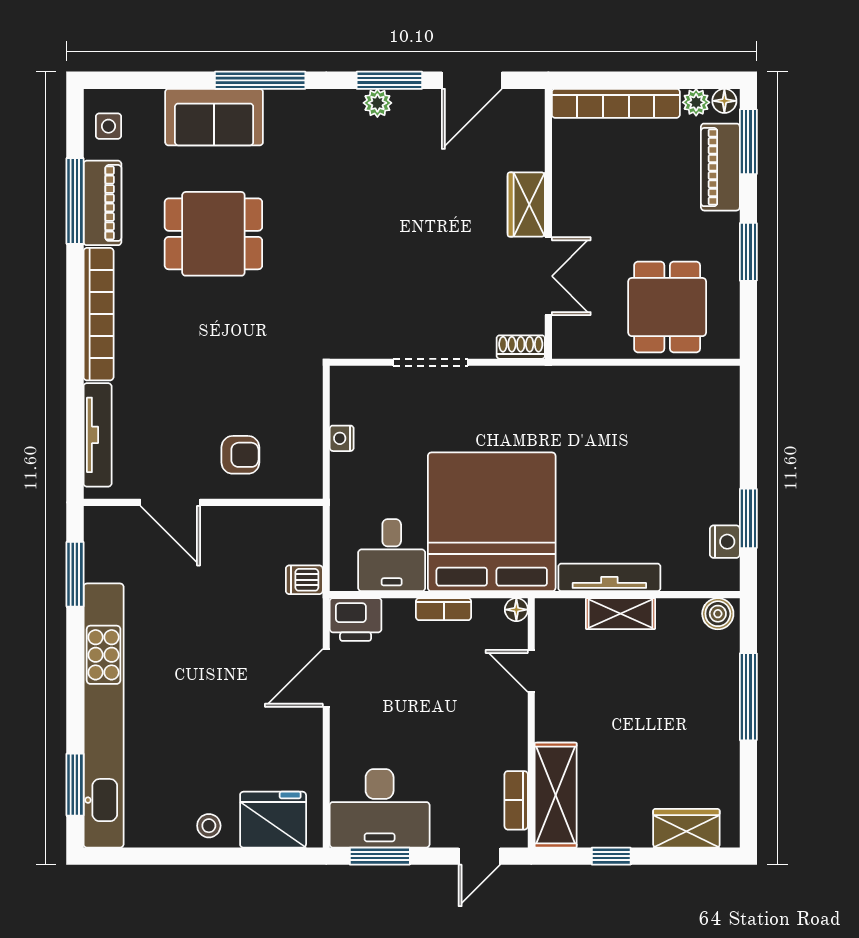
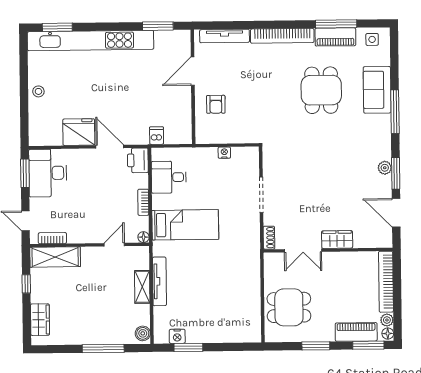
bed: (492, 522) -> (185, 225), width x0.49
fridge: (273, 820) -> (79, 132), moved, turned -90

